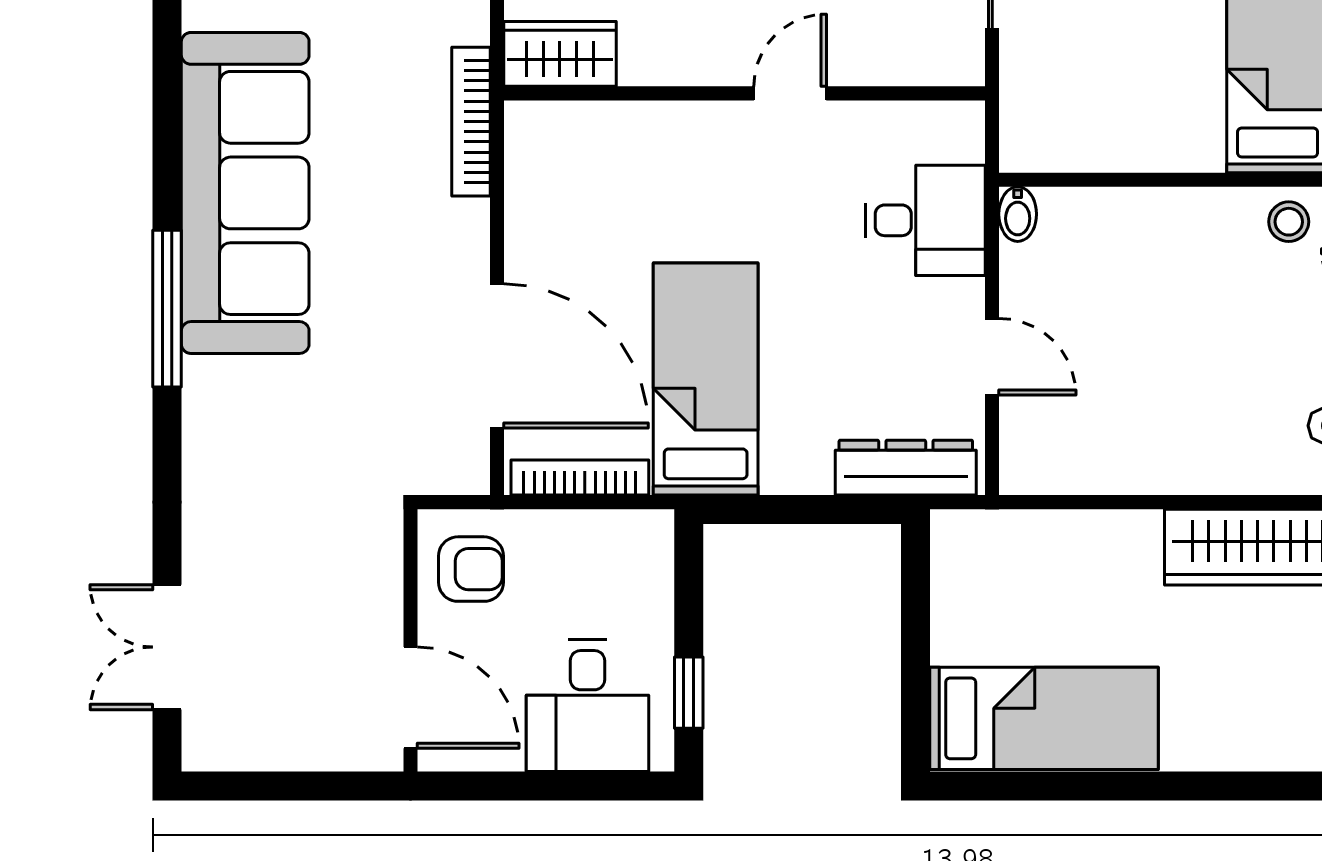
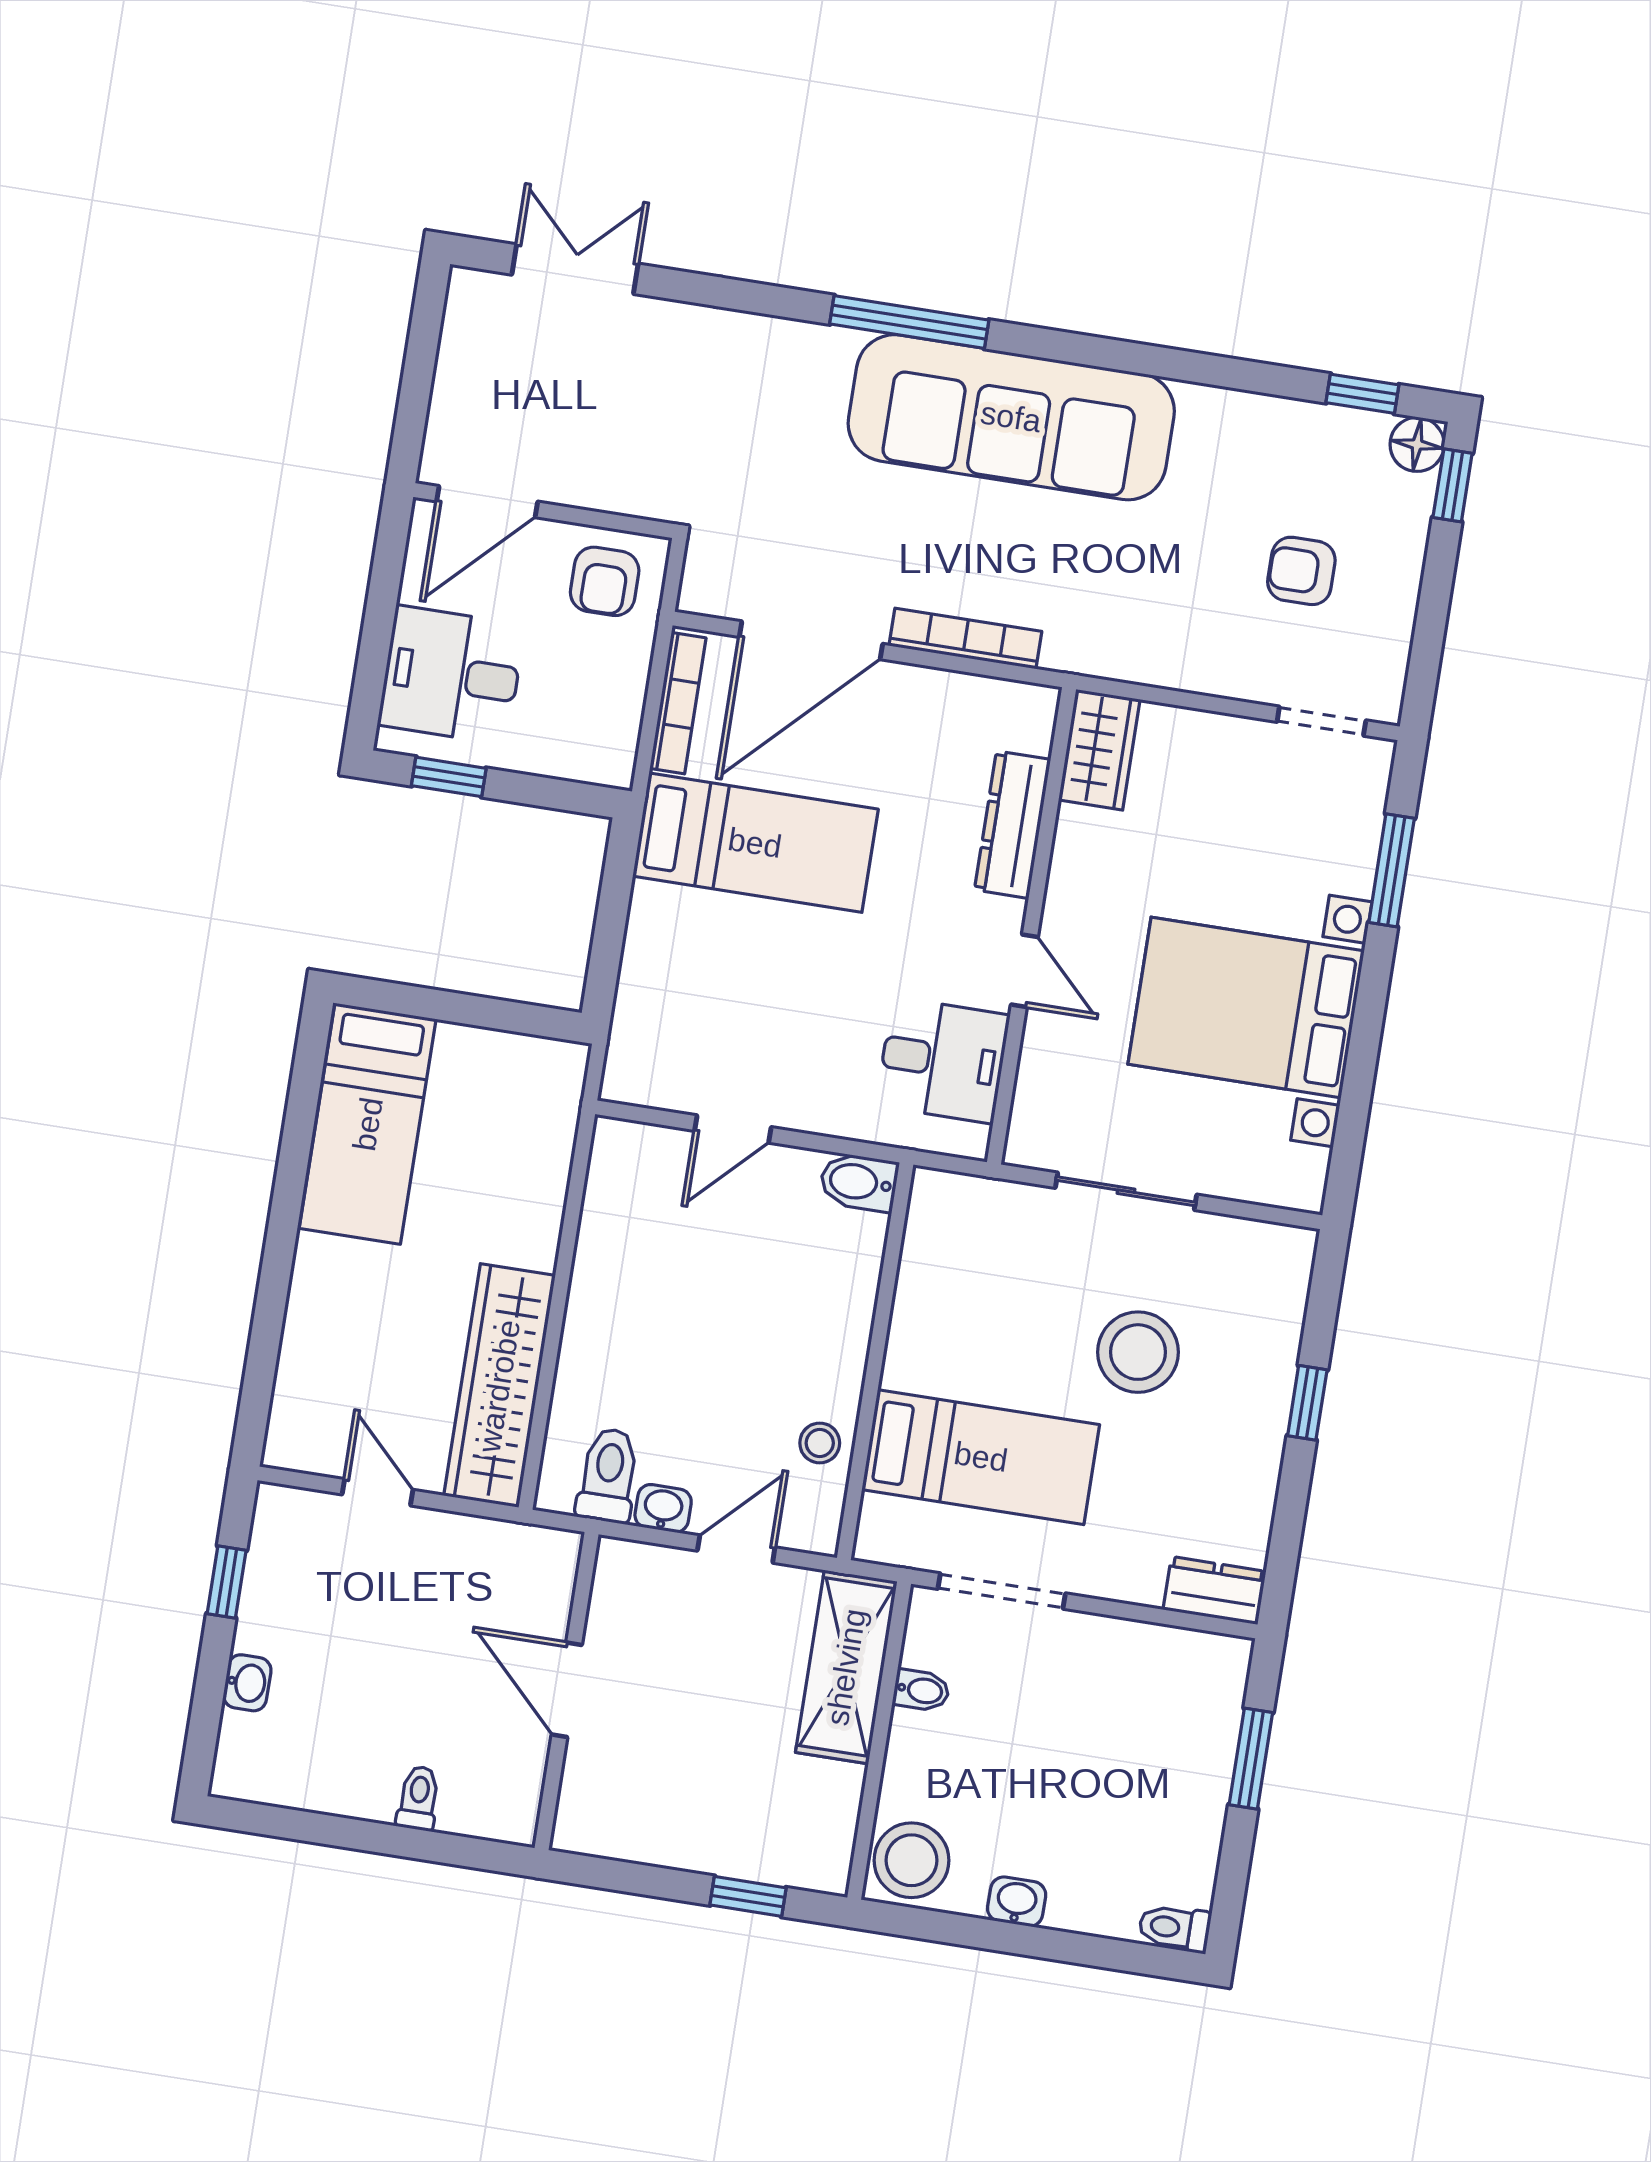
bookcase: (471, 122) -> (965, 638), moved
bidet: (1018, 214) -> (859, 1182), width x1.38, depth x1.36
desk: (925, 220) -> (943, 1060), moved, turned -90
dresser: (906, 468) -> (1013, 825), moved, turned 180

